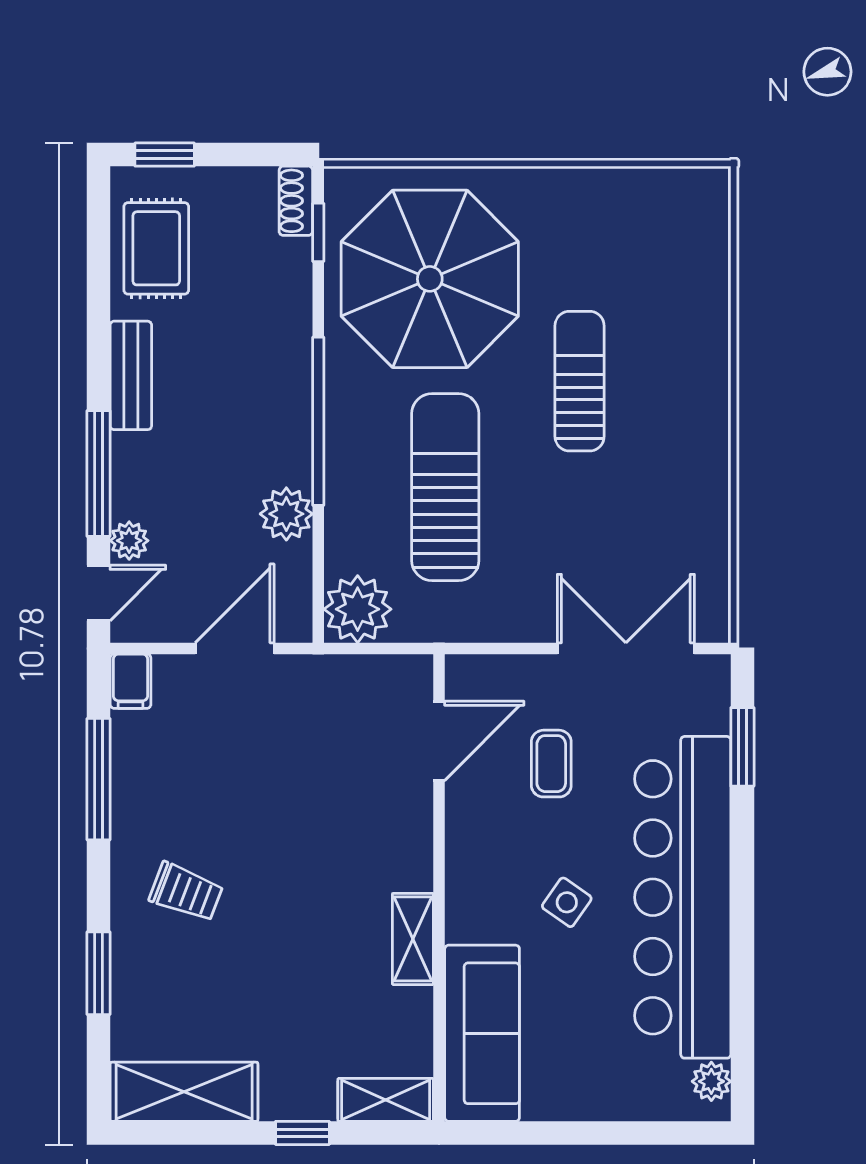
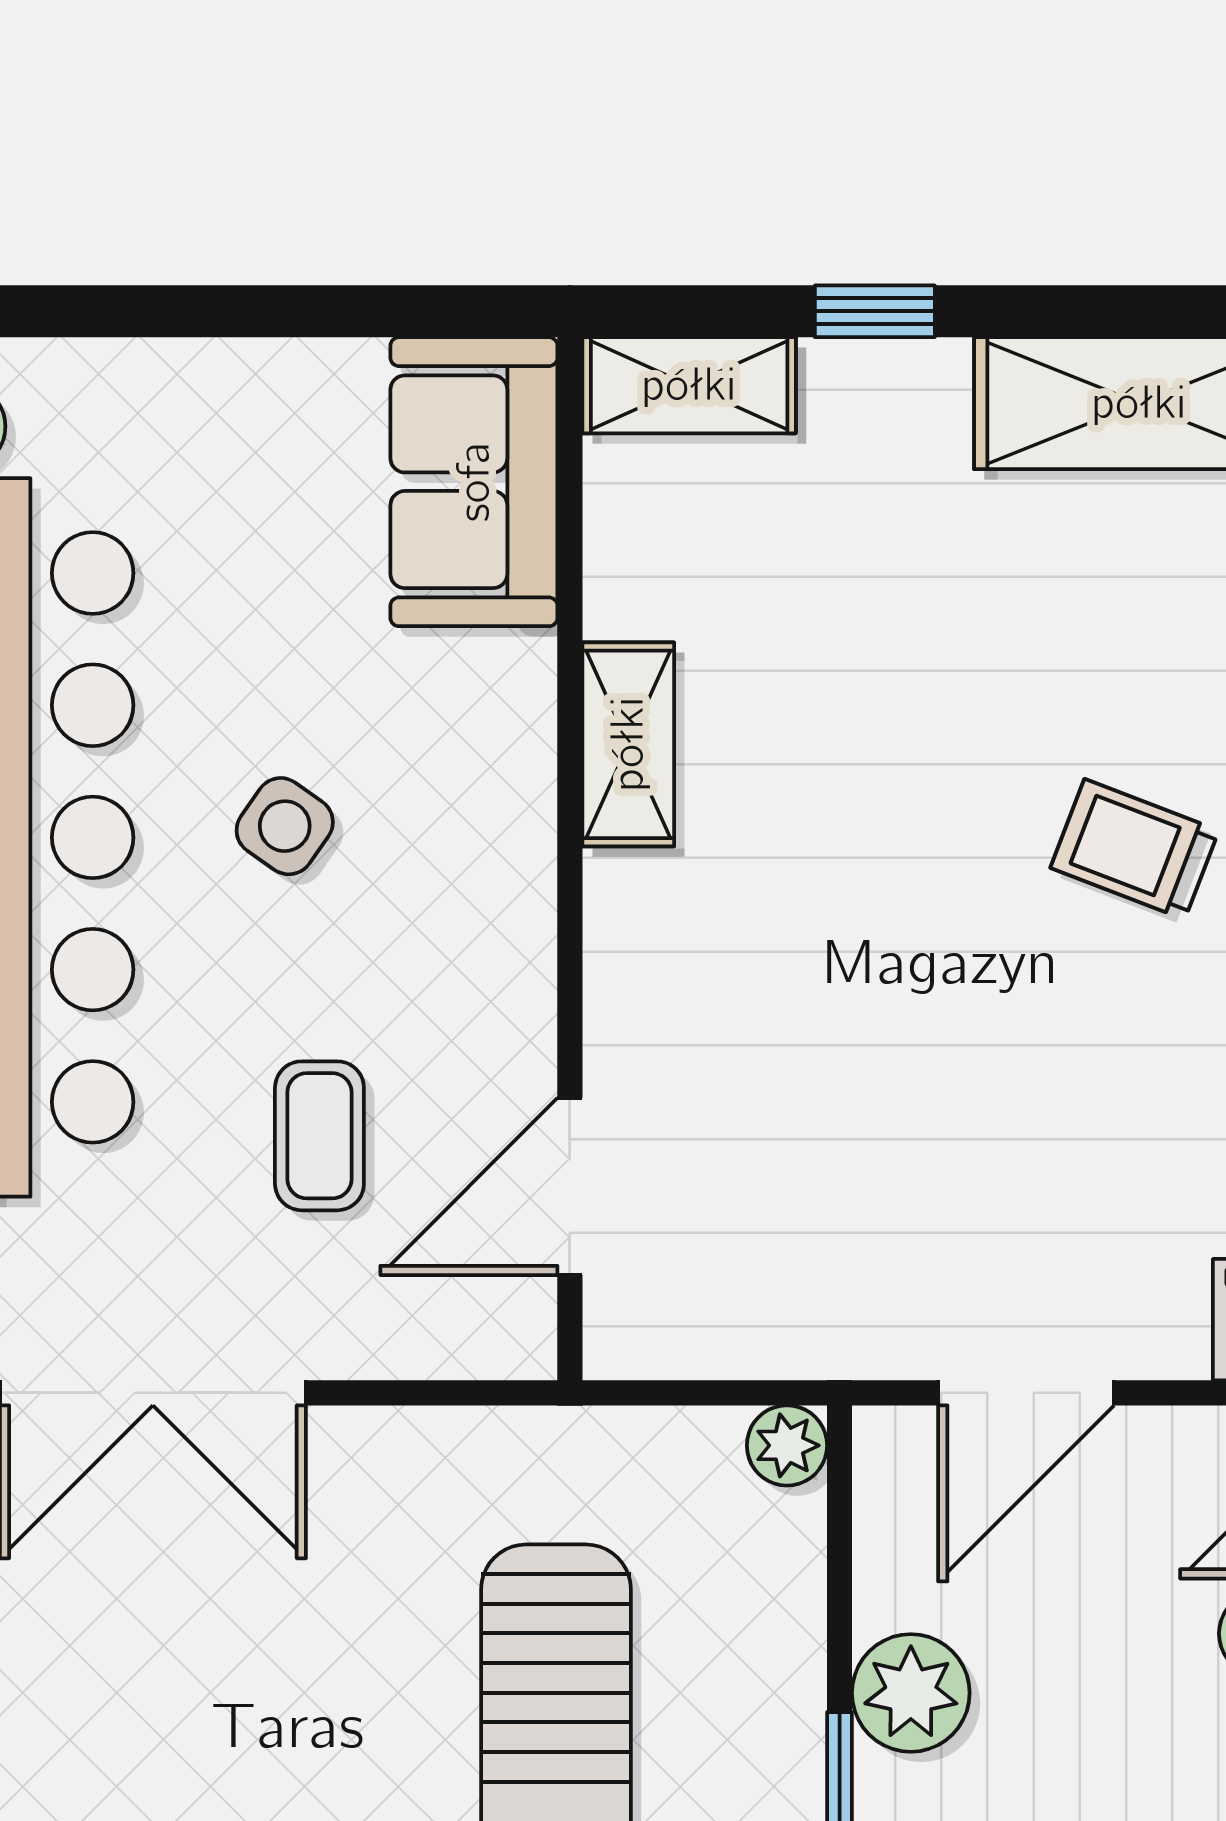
plant: (358, 609) -> (787, 1445), width x0.53, depth x0.53
sofa: (482, 1033) -> (474, 482), width x0.73

